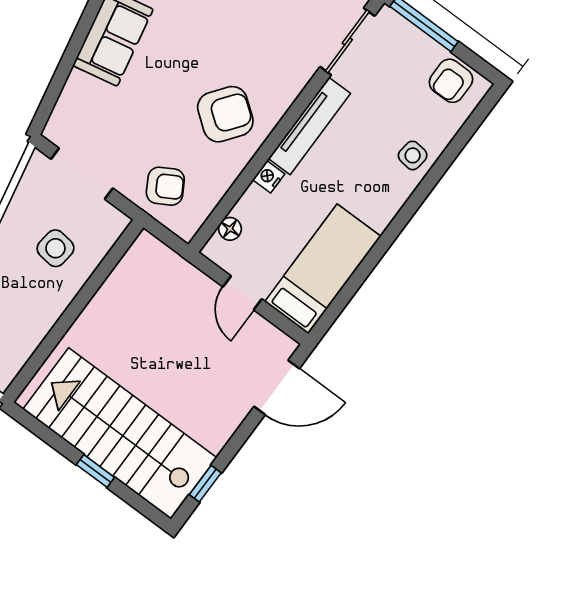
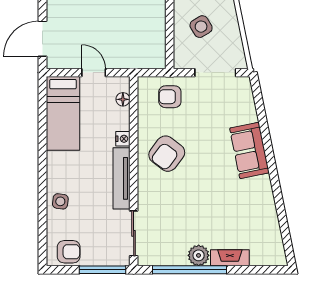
armchair: (451, 81) -> (69, 252), turned 90
armchair: (165, 186) -> (170, 97), turned 30
side table: (55, 248) -> (201, 27), turned -38

